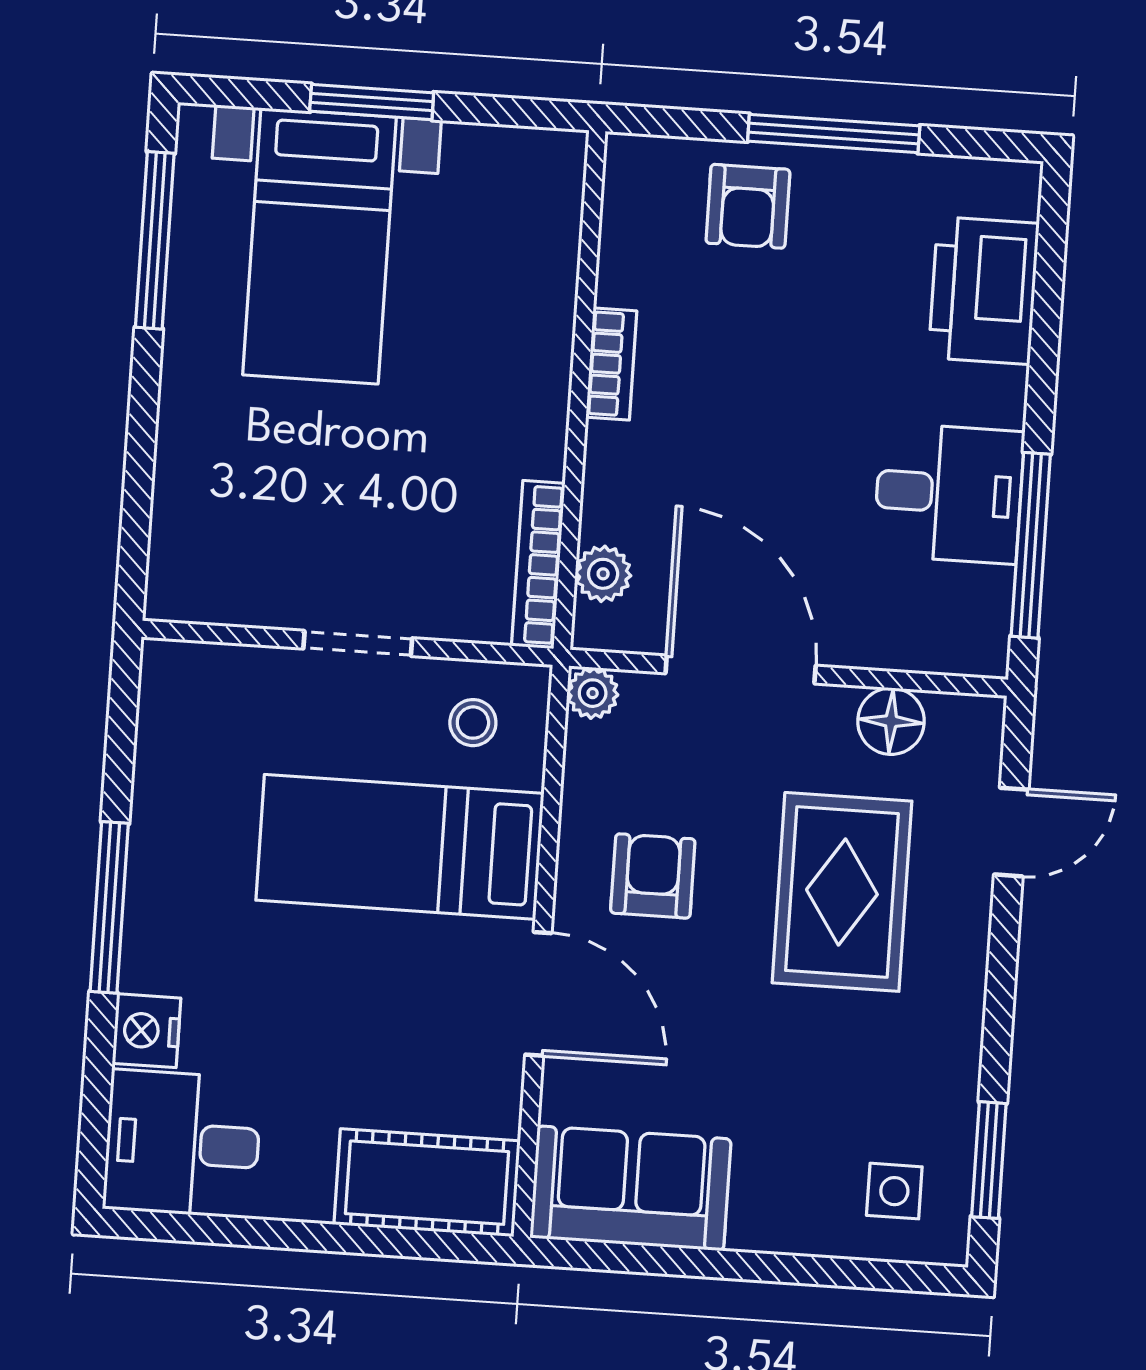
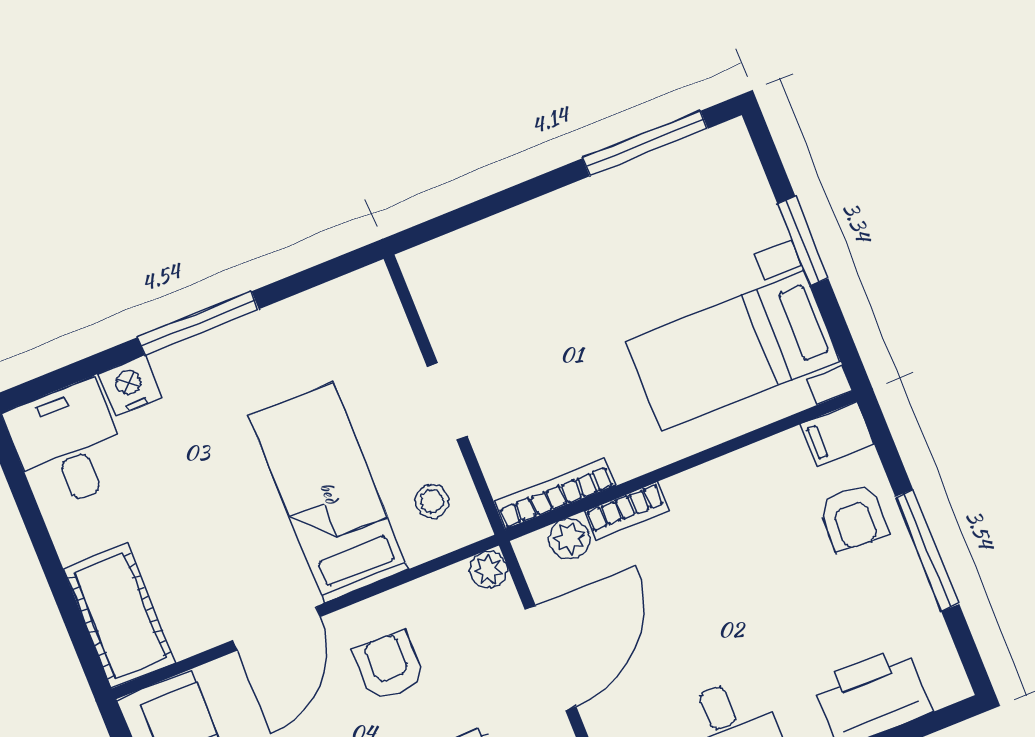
filing cabinet: (634, 176) -> (837, 434), added
armchair: (748, 206) -> (853, 518), turned -88
bed with nightstands: (320, 246) -> (733, 351), moved
bookcase: (611, 364) -> (627, 511), moved
armchair: (653, 876) -> (389, 666), turned -90

